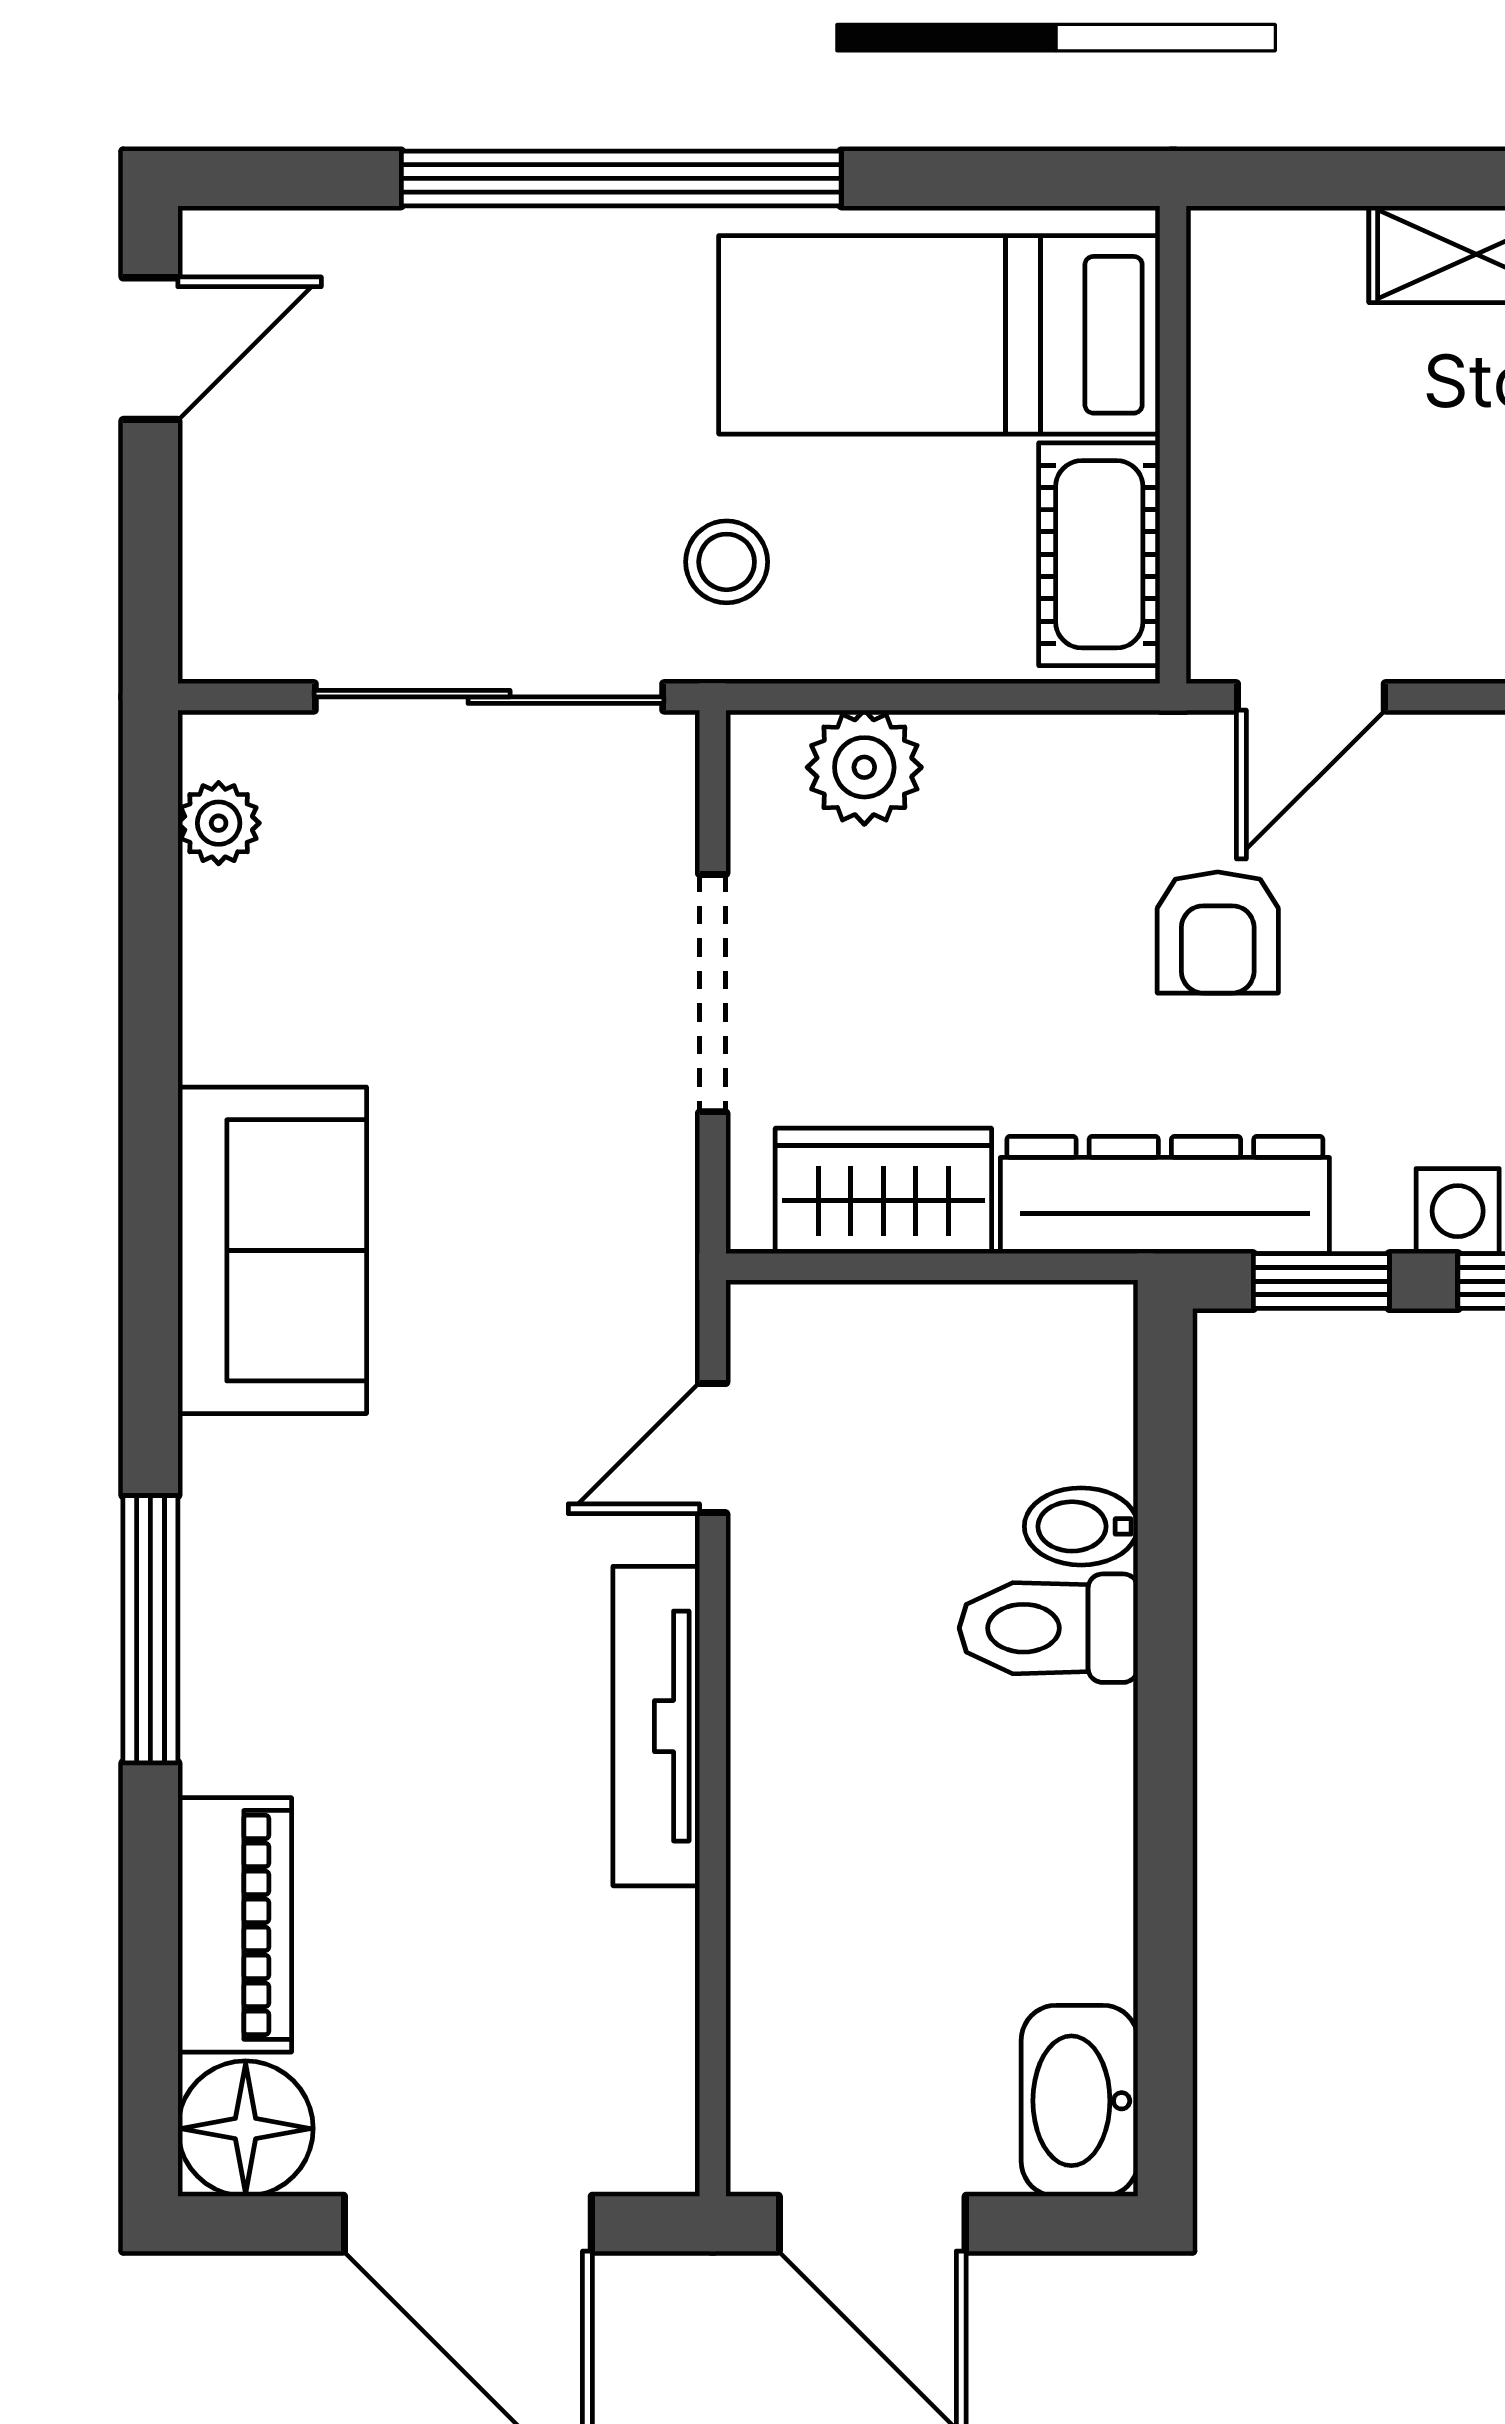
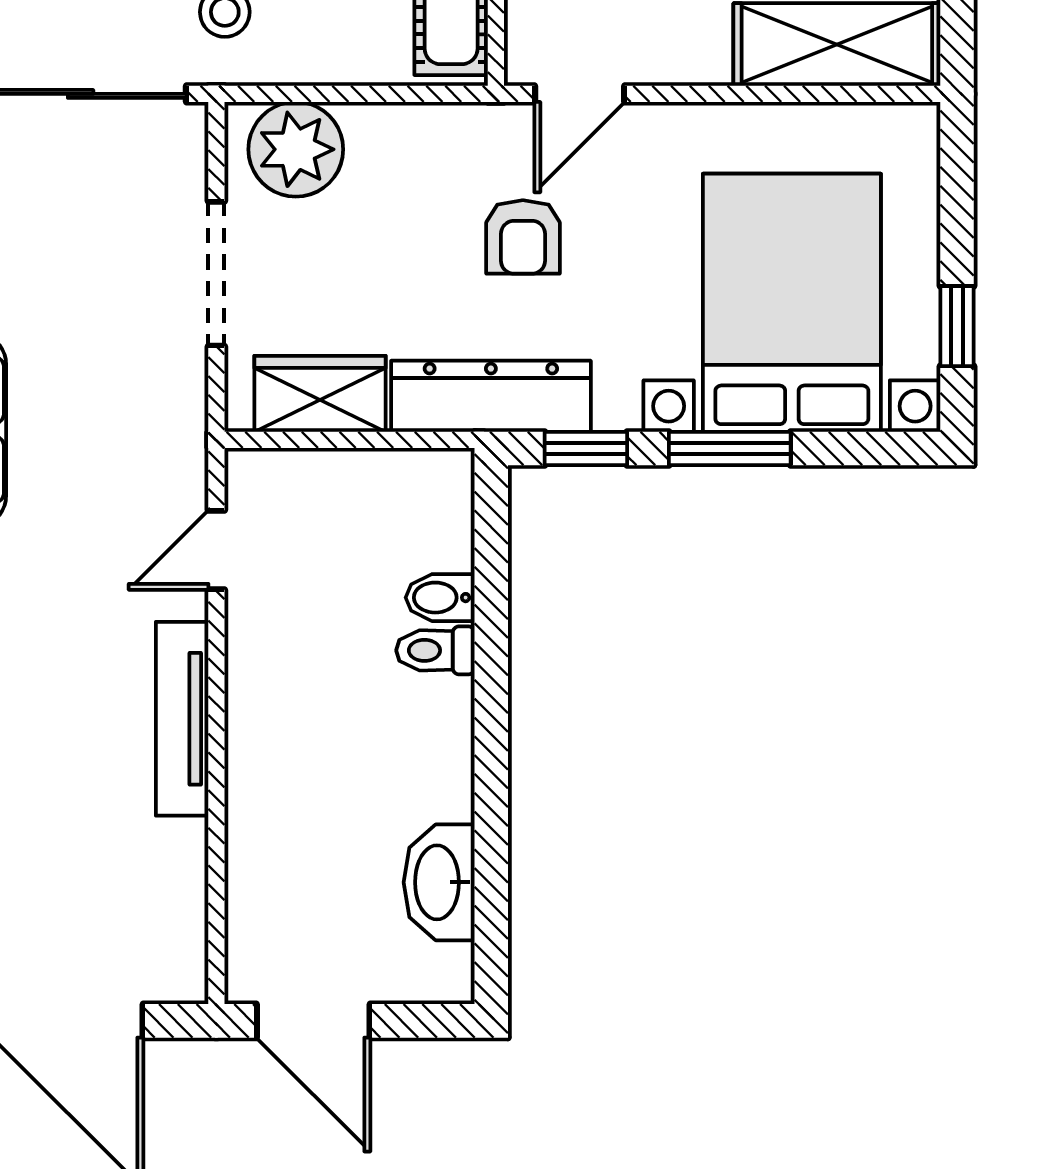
plant: (864, 767) -> (296, 149), width x1.36, depth x1.36
toilet: (1049, 1628) -> (435, 650), width x0.73, depth x0.72
washbasin: (1080, 2101) -> (439, 882), moved

